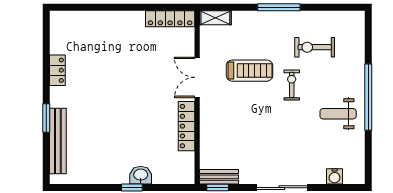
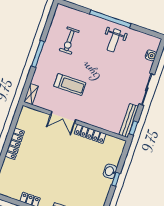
locker: (170, 19) -> (15, 144), moved
treadmill: (250, 71) -> (70, 85), turned 90
exercise bike: (292, 85) -> (87, 62), removed
bench: (219, 177) -> (129, 121), width x1.36

